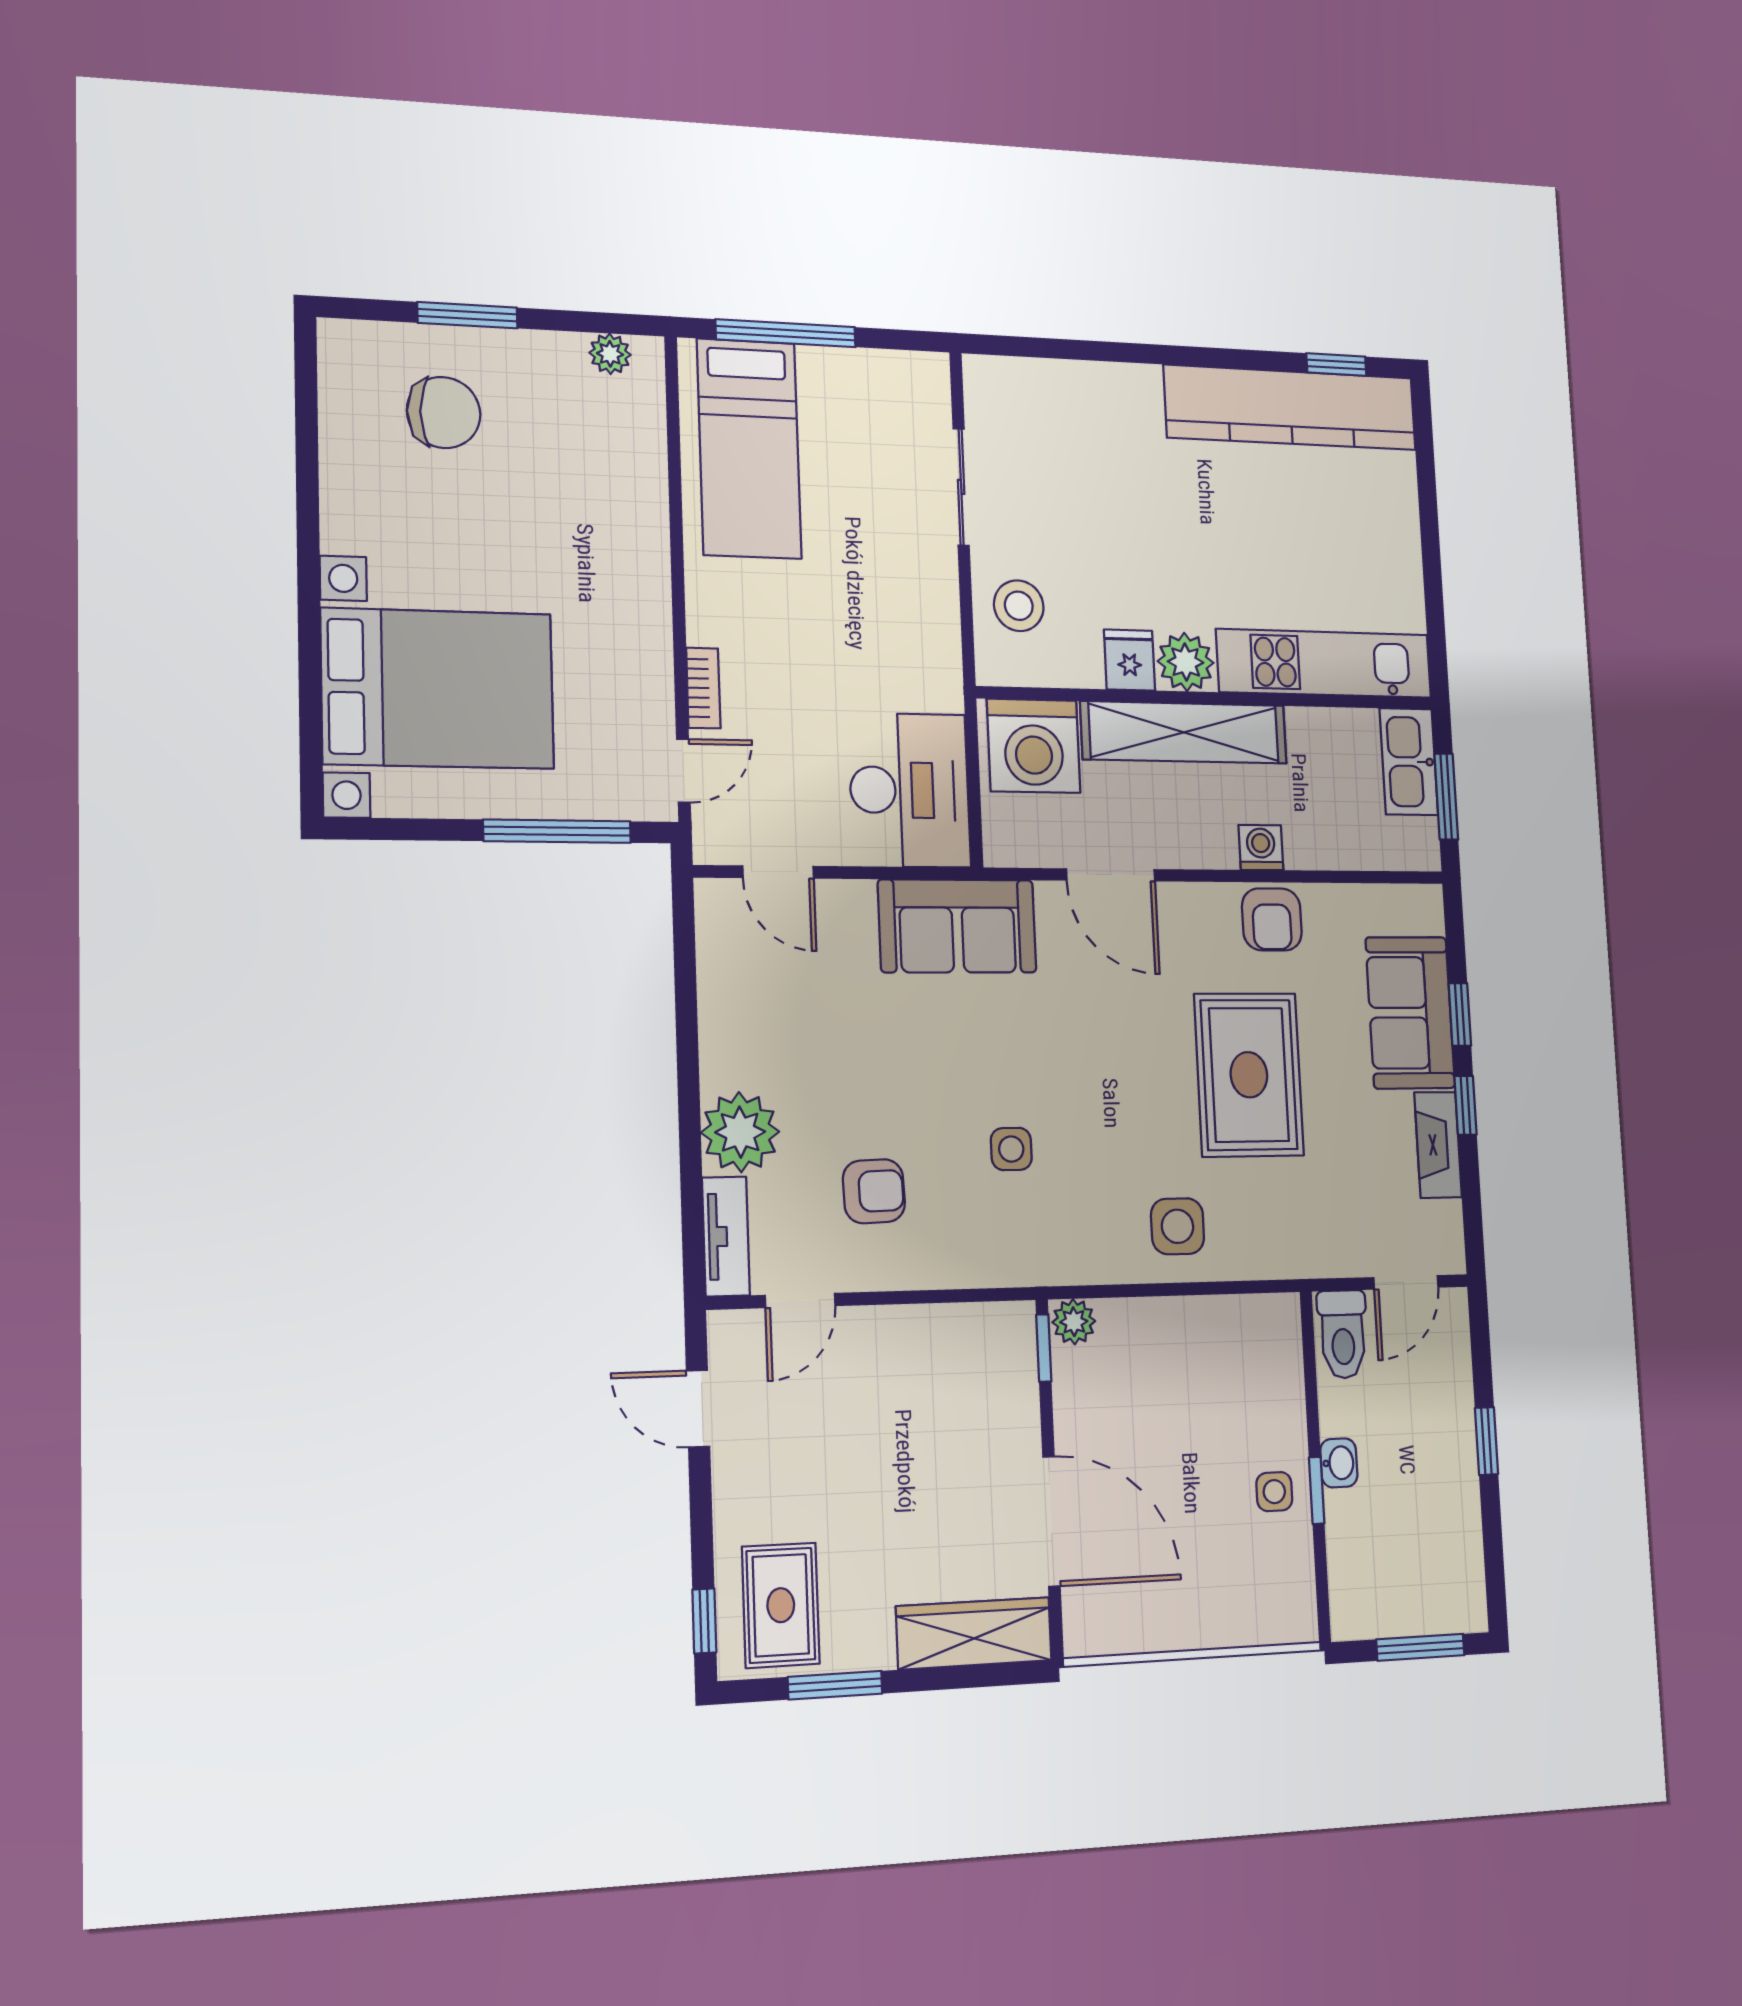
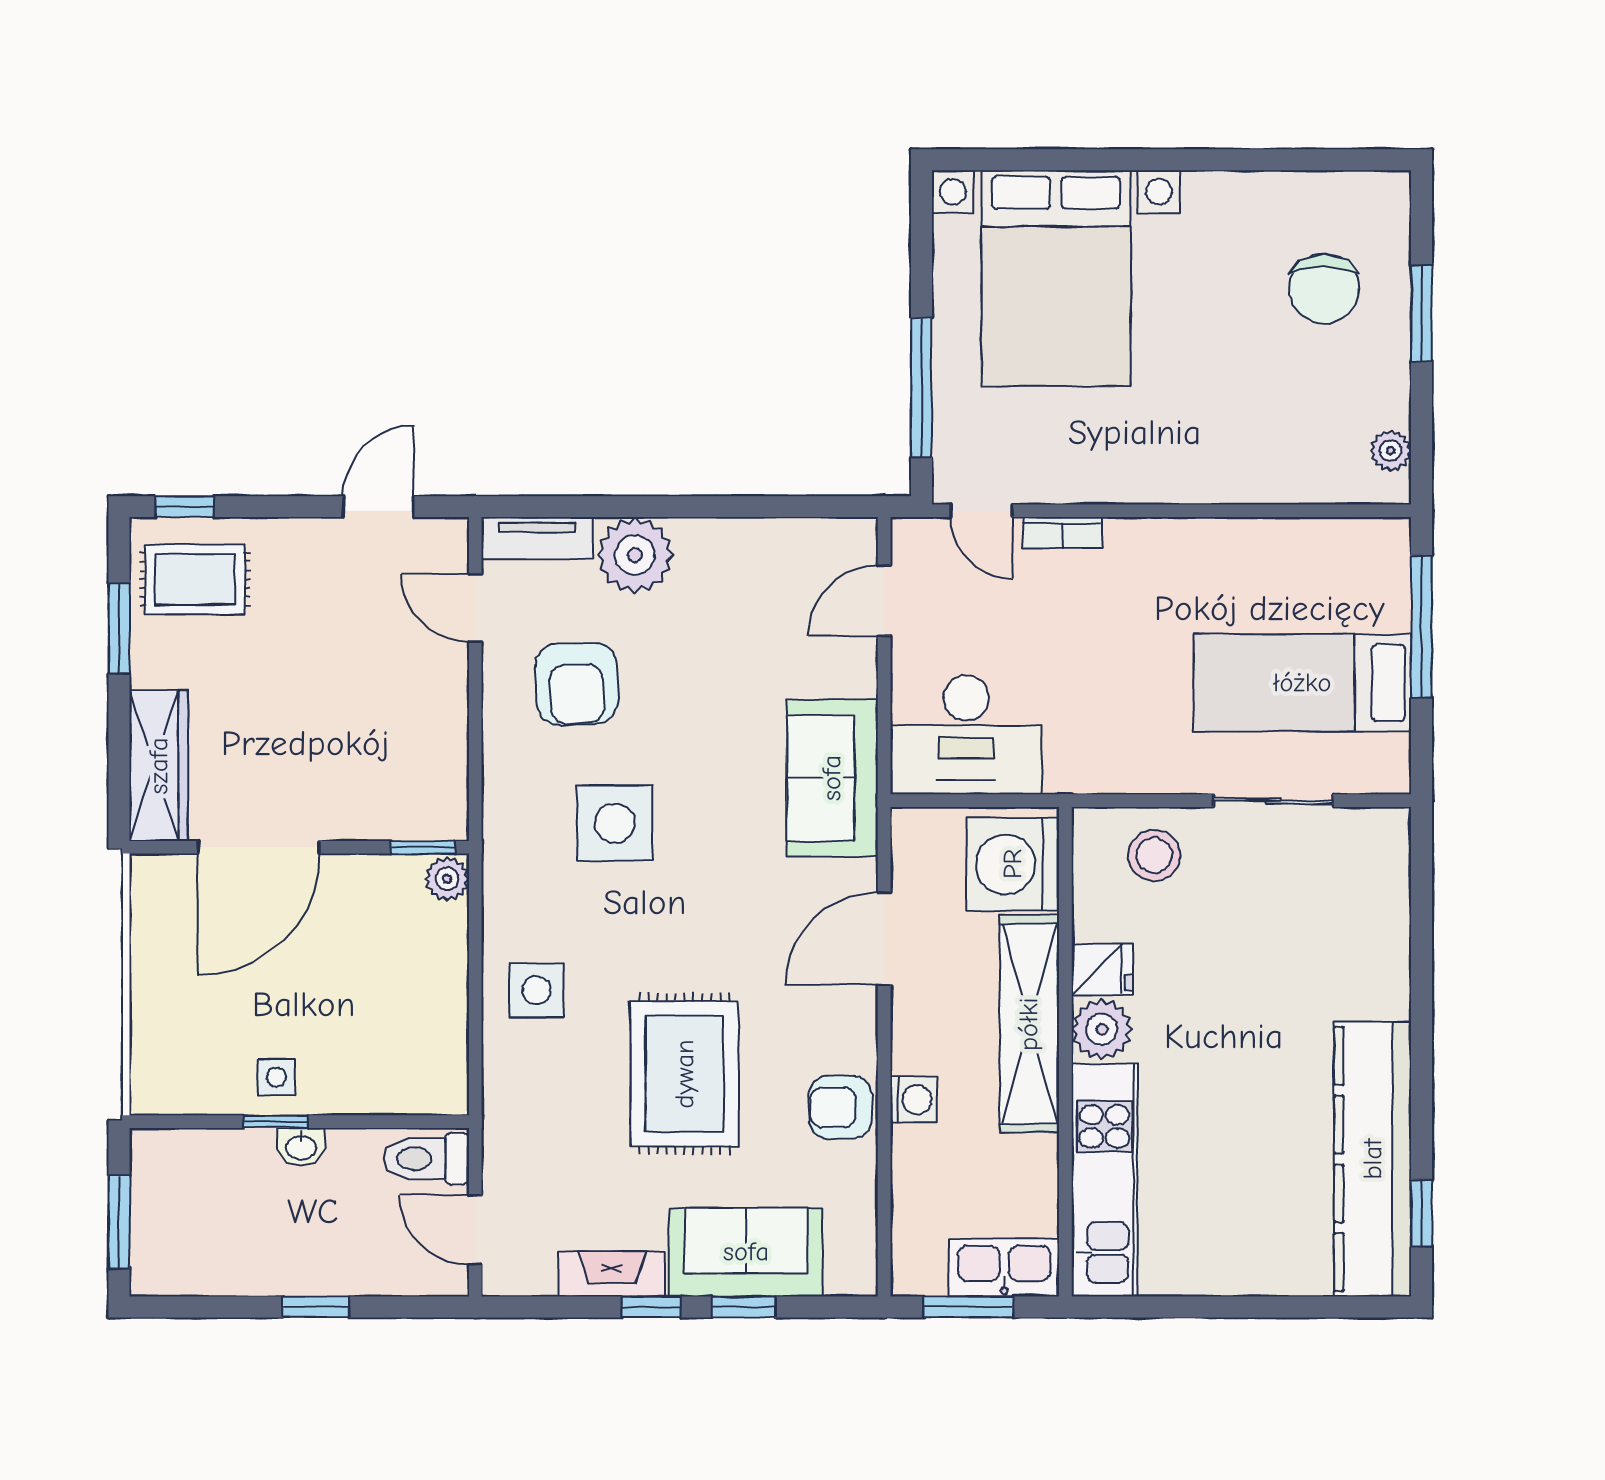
bed: (749, 449) -> (1302, 683), moved
rug: (1249, 1075) -> (685, 1074), turned 90
side table: (1011, 1149) -> (615, 823), width x1.87, depth x1.87
armchair: (874, 1191) -> (577, 684), width x1.38, depth x1.38

